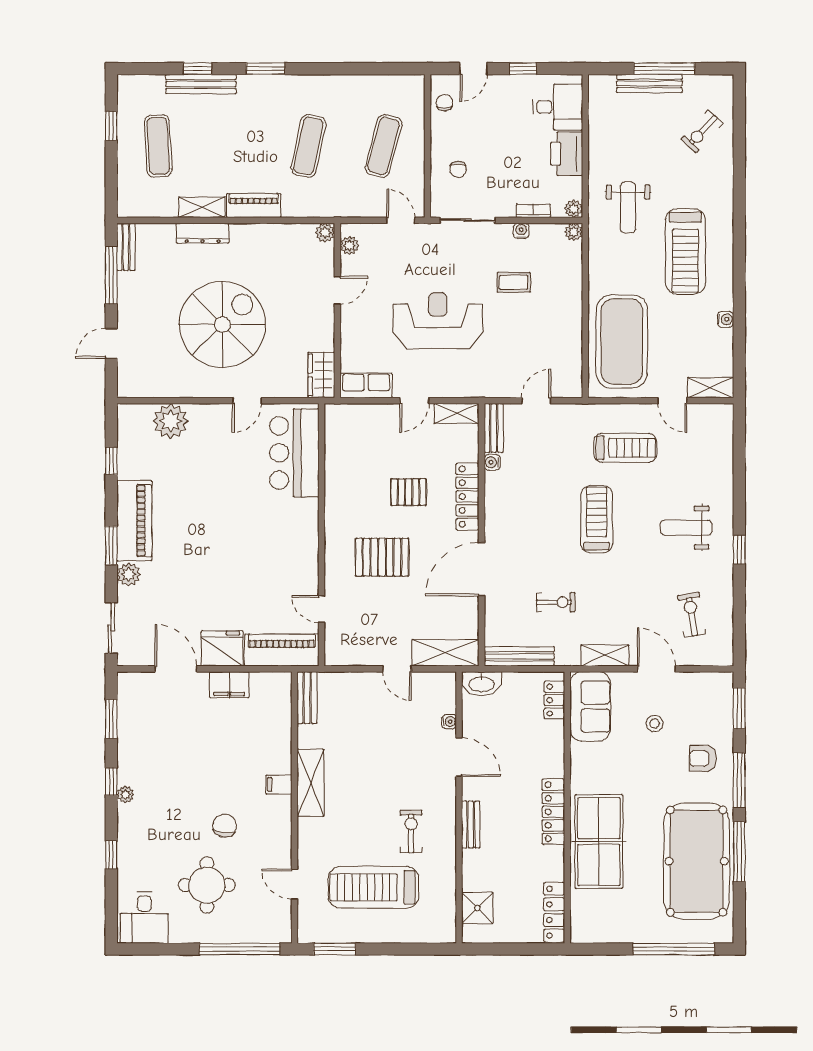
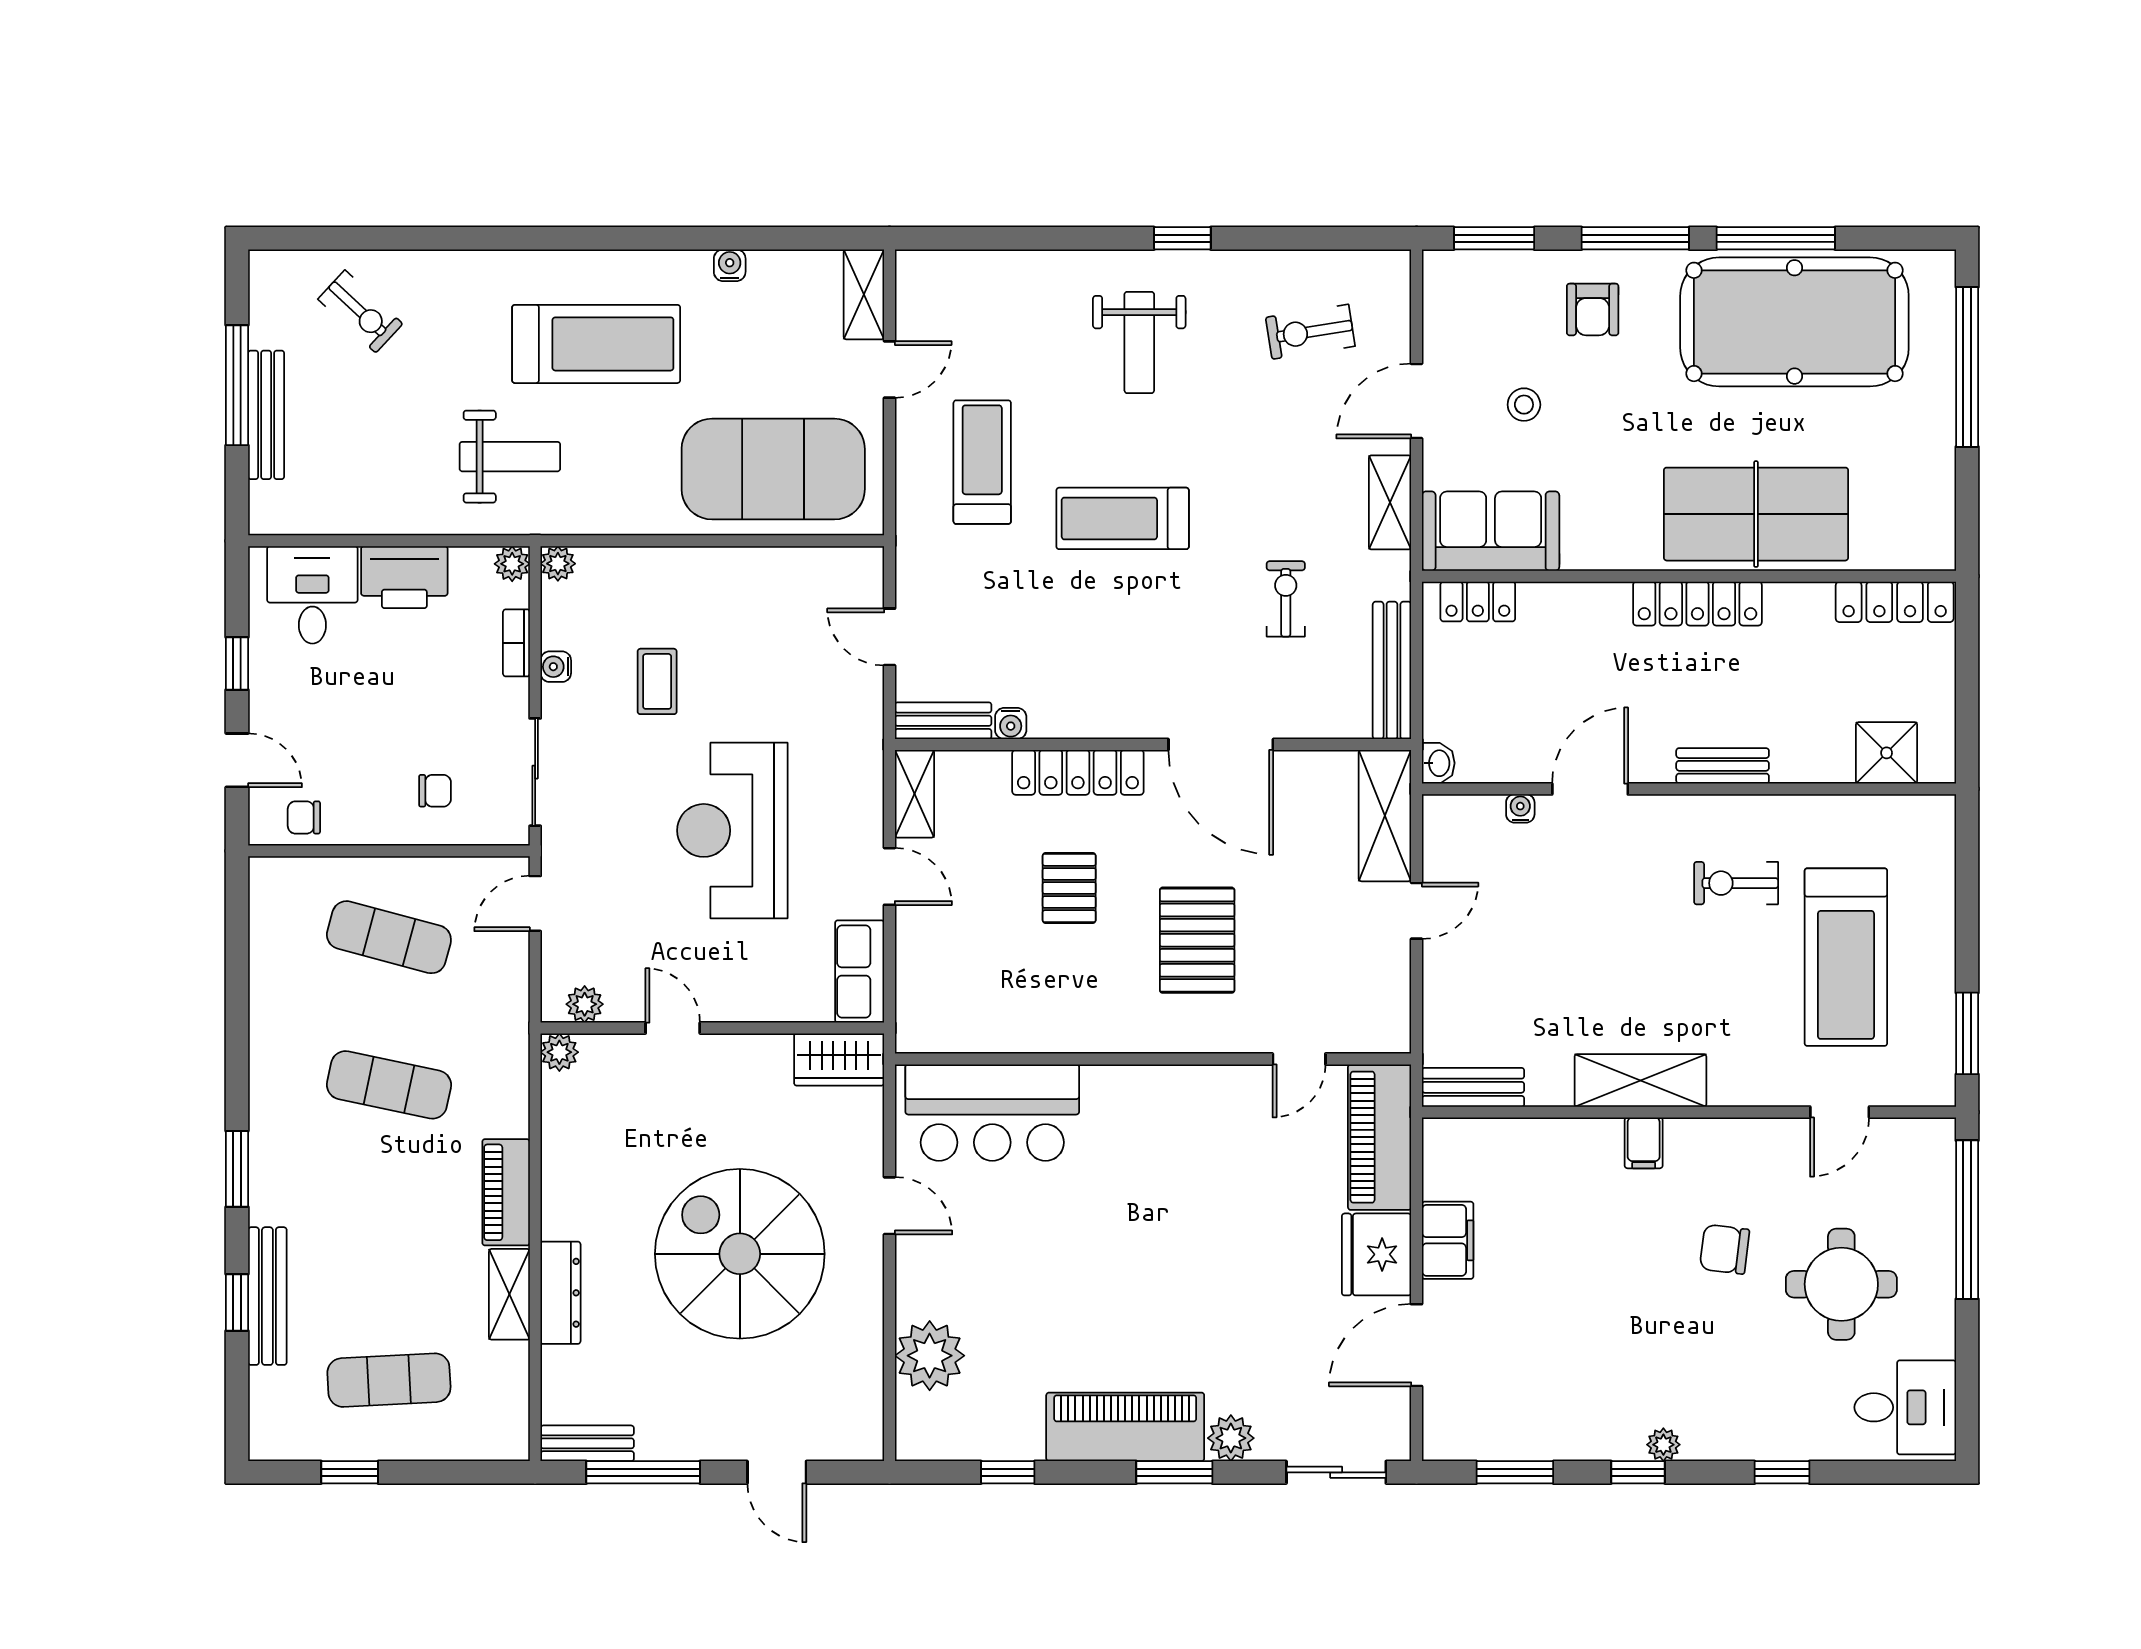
washbasin: (481, 684) -> (1438, 763), width x0.52, depth x0.69

